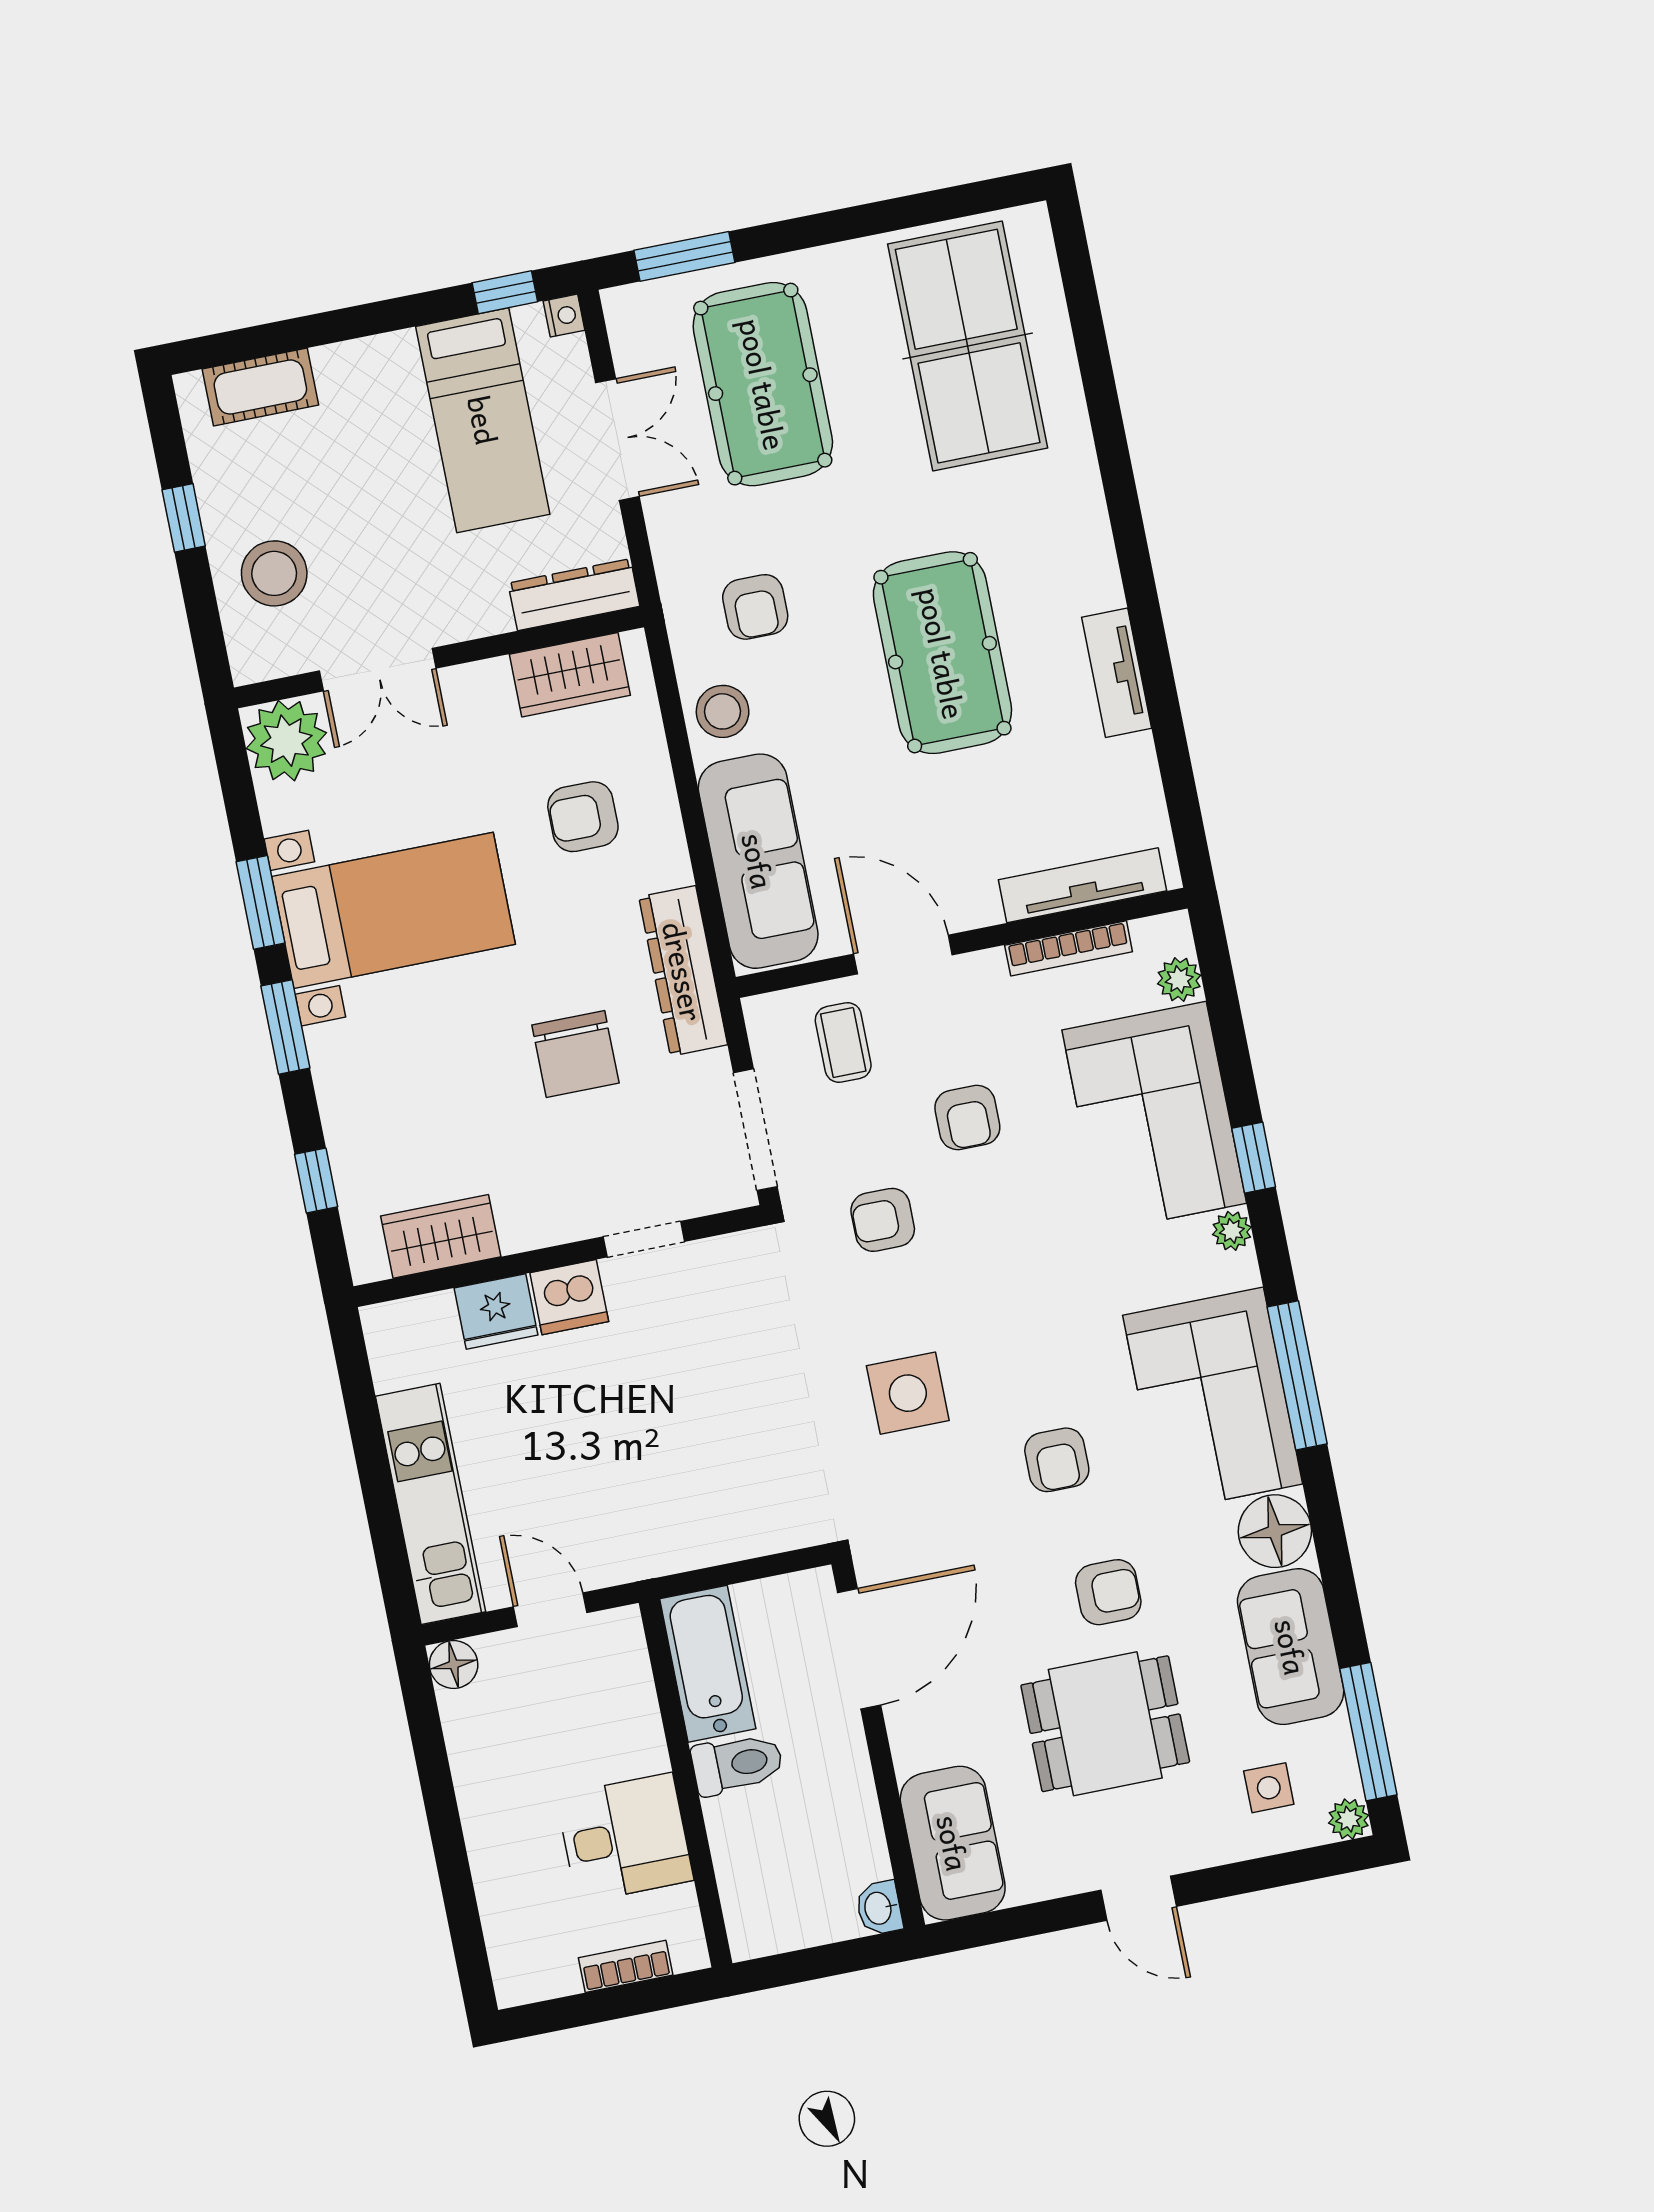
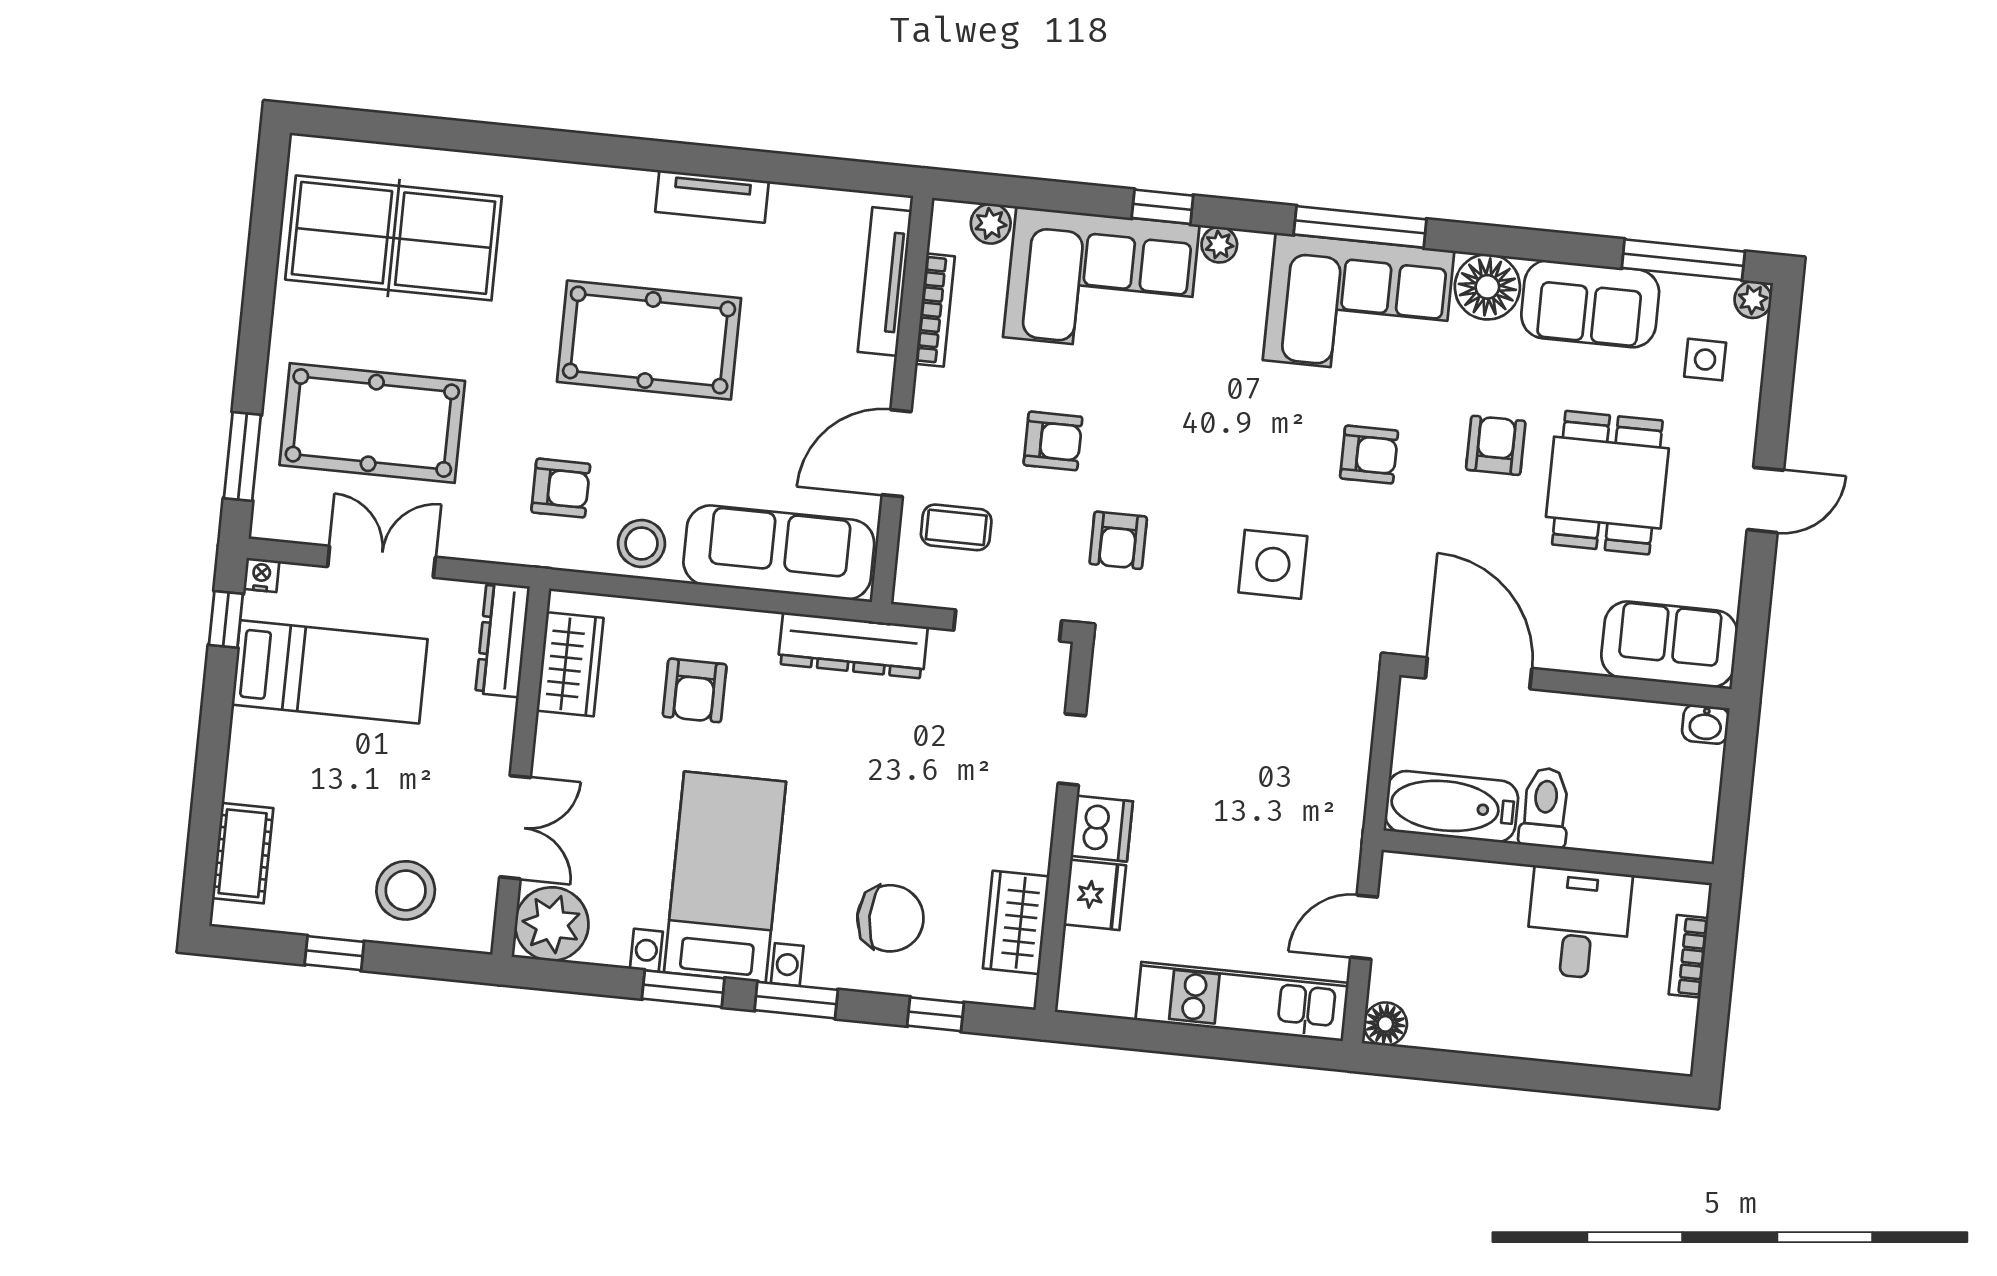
chair: (575, 1054) -> (890, 918), moved

